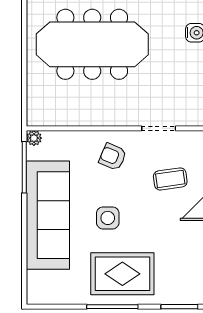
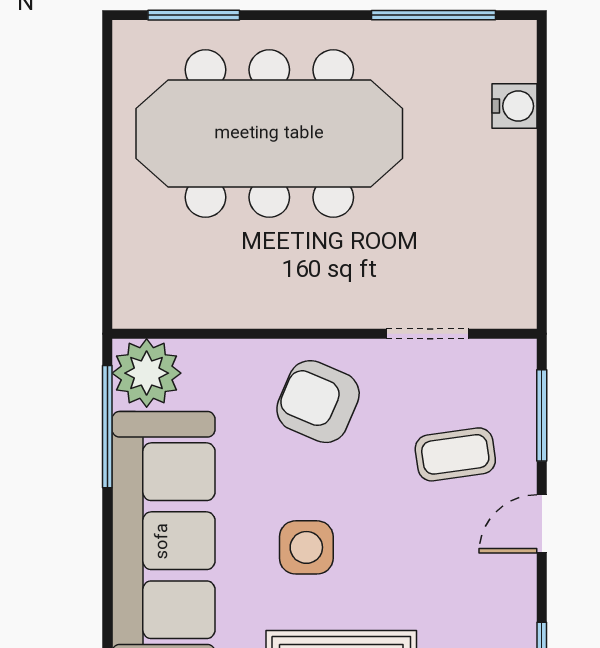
plant: (34, 138) -> (147, 373), width x1.87, depth x1.87
armchair: (113, 157) -> (318, 402), width x1.38, depth x1.38

